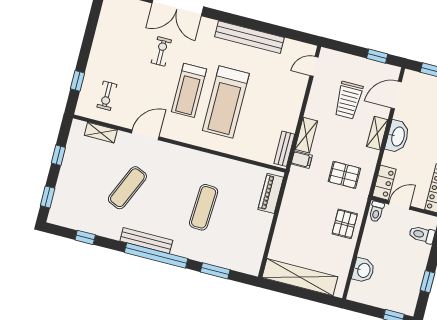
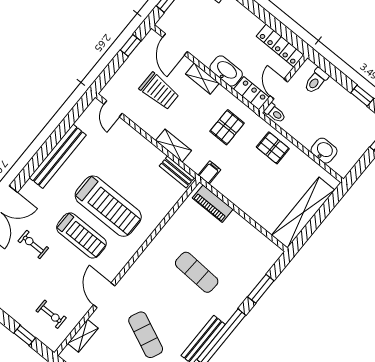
washbasin: (397, 136) -> (226, 71), moved
filing cabinet: (302, 160) -> (209, 173), moved

